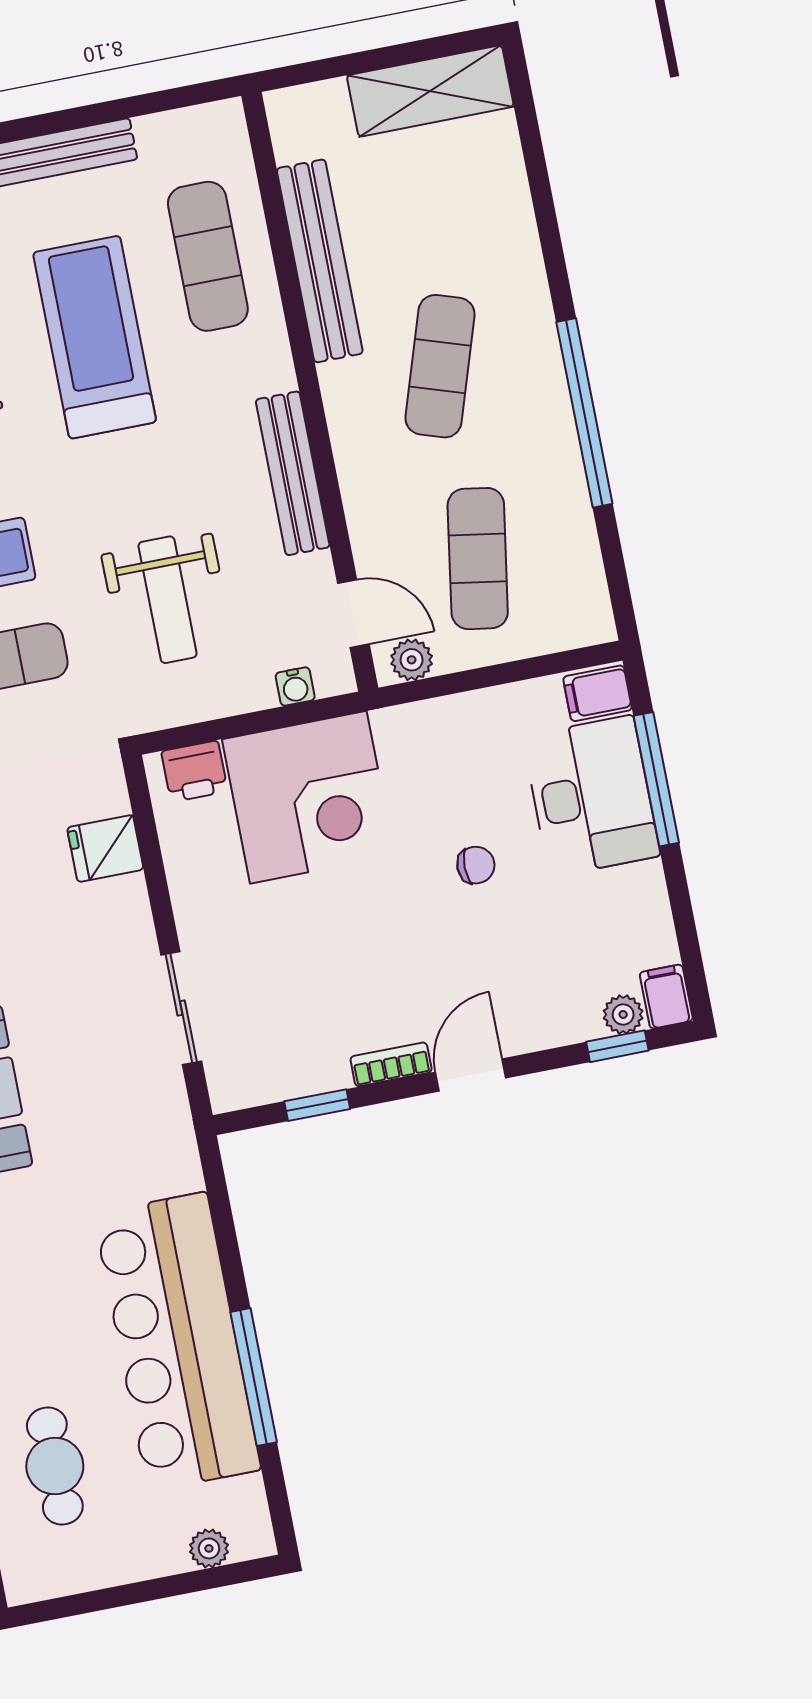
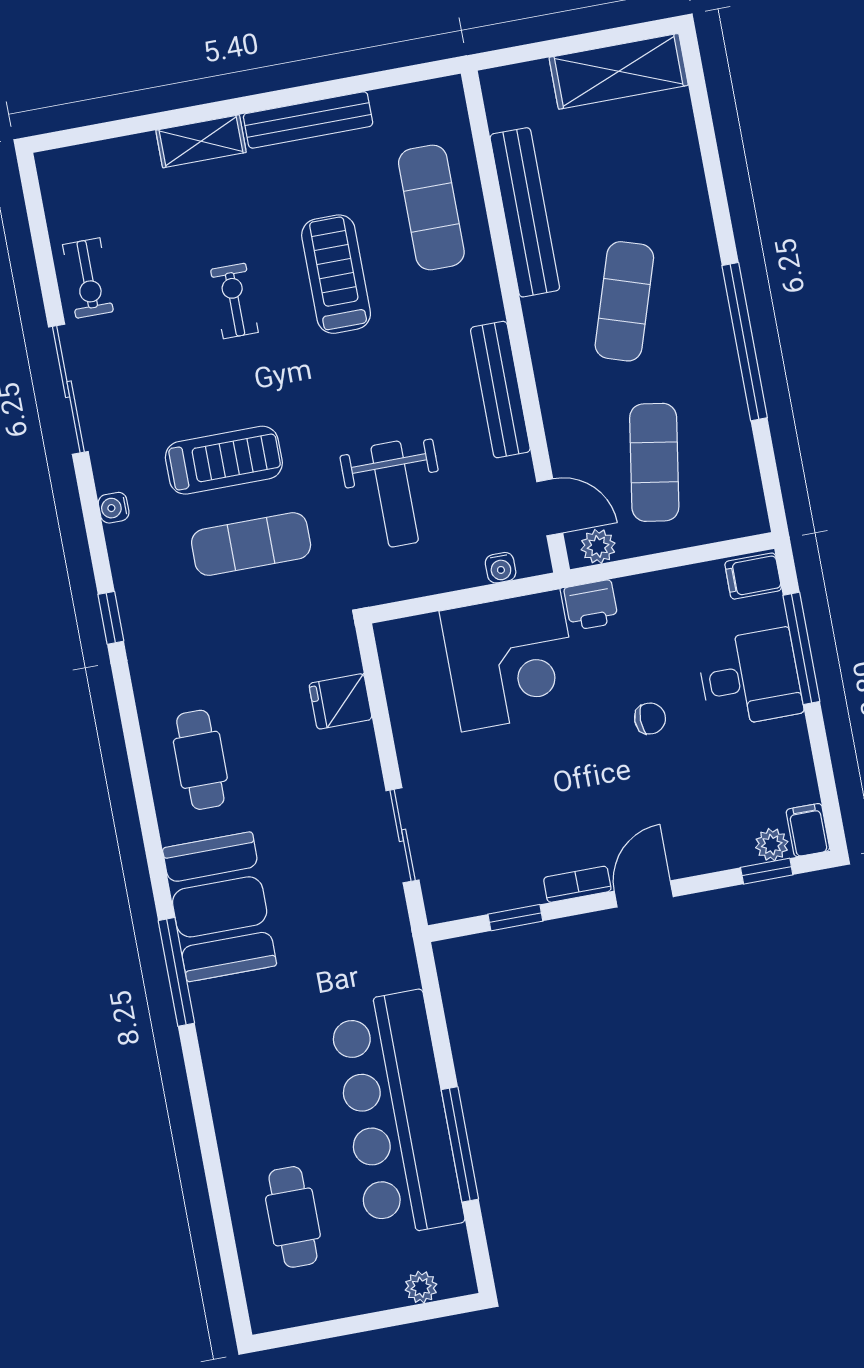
treadmill: (95, 337) -> (336, 274), width x0.73, depth x0.73
printer: (194, 771) -> (591, 605), moved
desk: (591, 796) -> (750, 678), width x0.73

